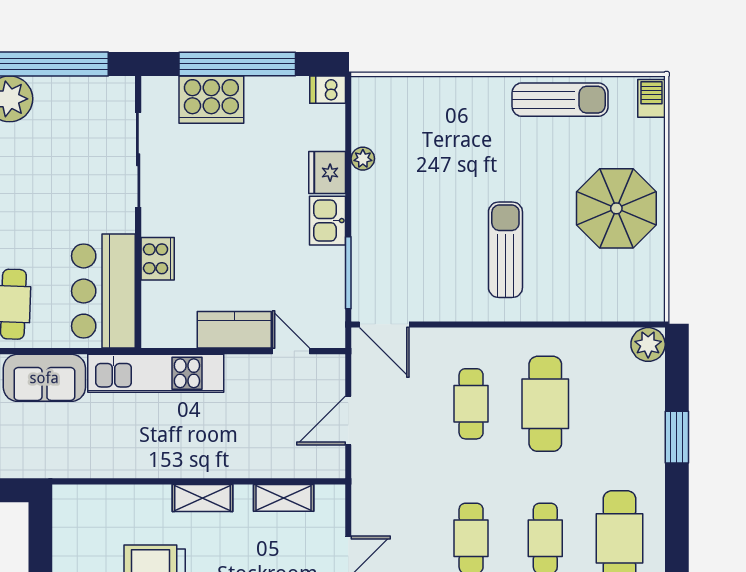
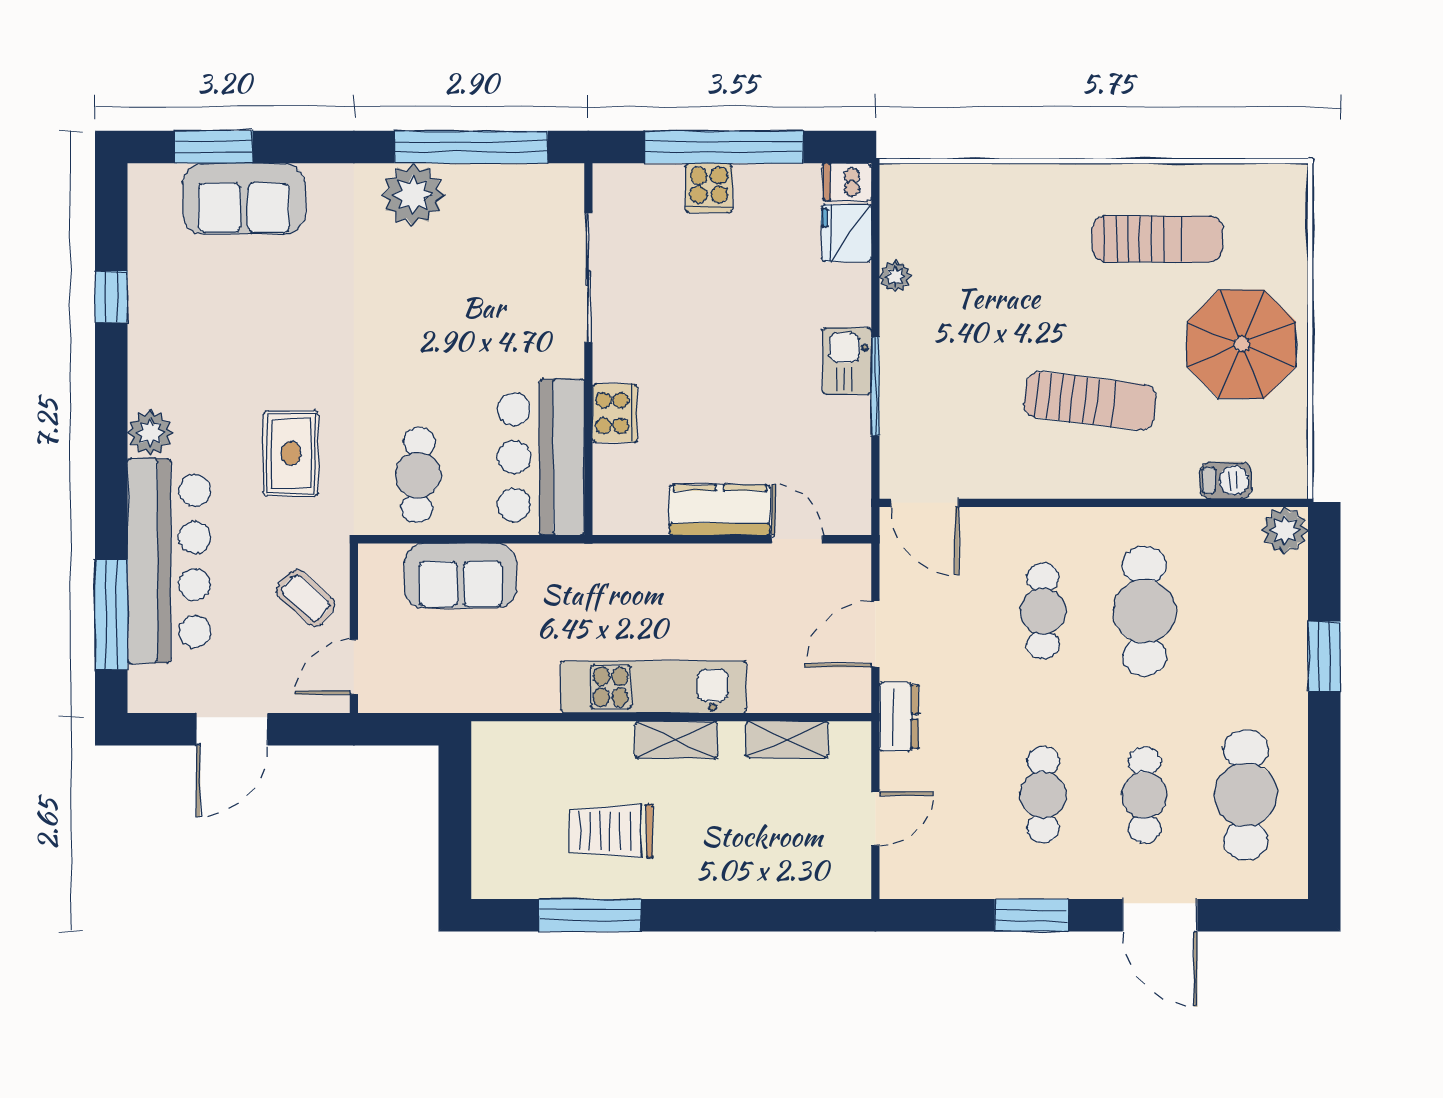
barbecue: (652, 98) -> (1226, 480), moved, turned 90
cooker: (211, 100) -> (709, 188), width x0.53, depth x0.76
sun lounger: (560, 100) -> (1158, 239), moved
fridge: (327, 173) -> (846, 233), moved
sun lounger: (505, 250) -> (1090, 401), turned 97
window: (348, 273) -> (875, 386), moved
kitchen unit: (156, 373) -> (653, 687), moved, turned 180
dresser: (365, 481) -> (899, 717), added

